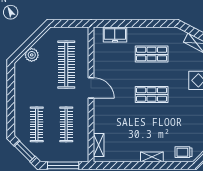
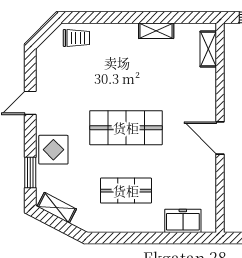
shop shelf: (152, 94) -> (126, 128), width x1.43, depth x1.36
shelving: (152, 157) -> (156, 31), moved

